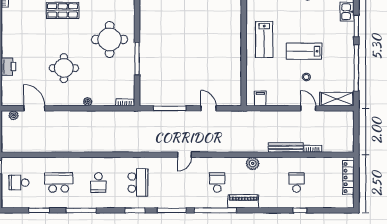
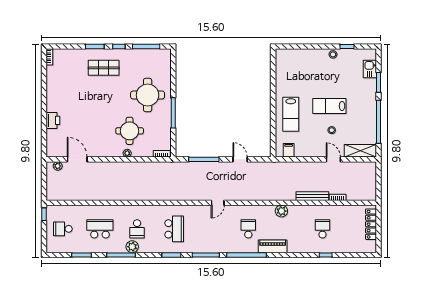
lab bench: (264, 40) -> (291, 114), moved
round table: (64, 68) -> (130, 131), moved
plant: (93, 202) -> (132, 247), added

